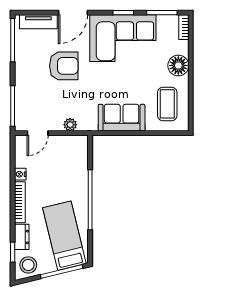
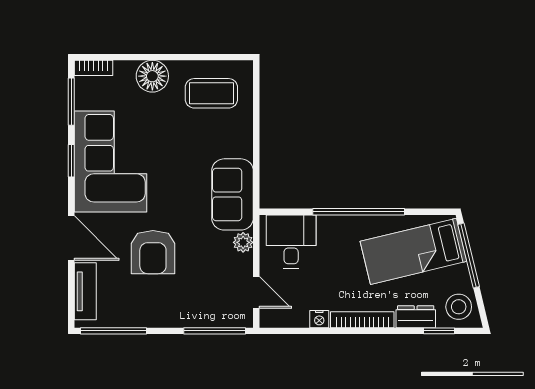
armchair: (64, 66) -> (153, 252), turned 180
sofa: (122, 118) -> (232, 194), moved
desk: (71, 156) -> (291, 241), added

